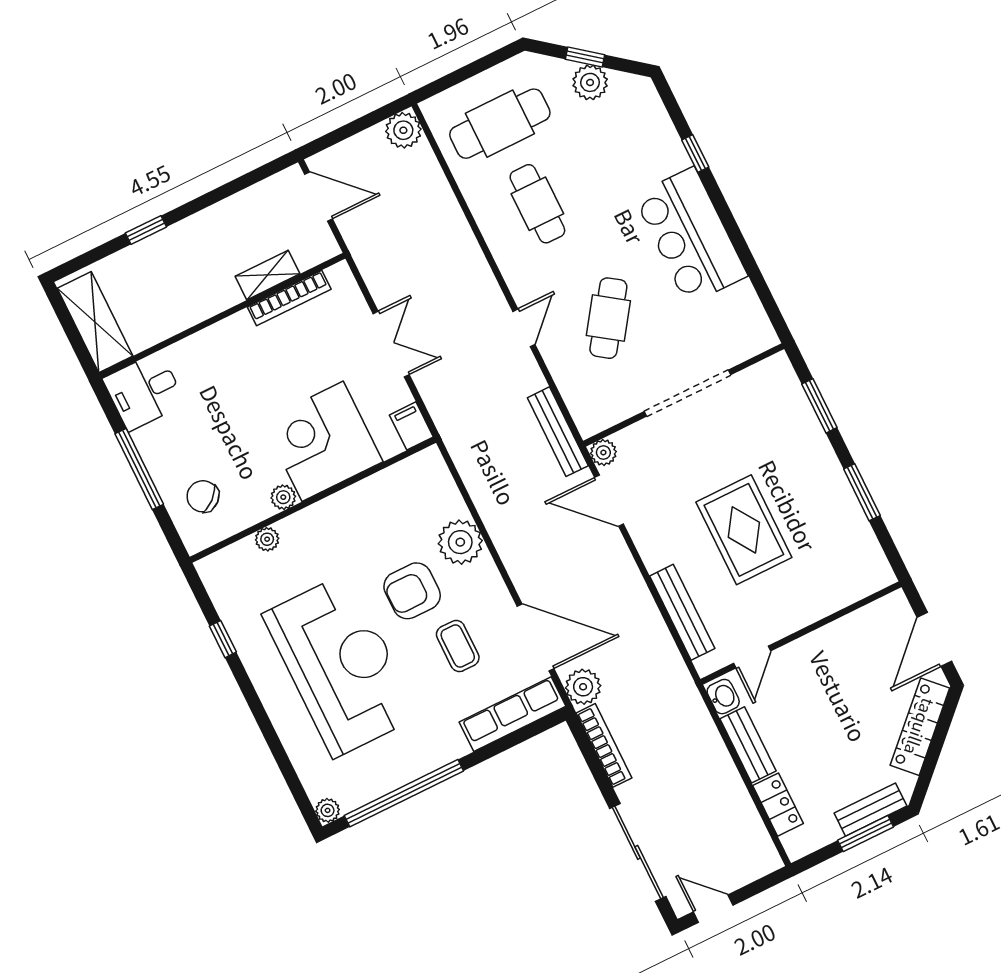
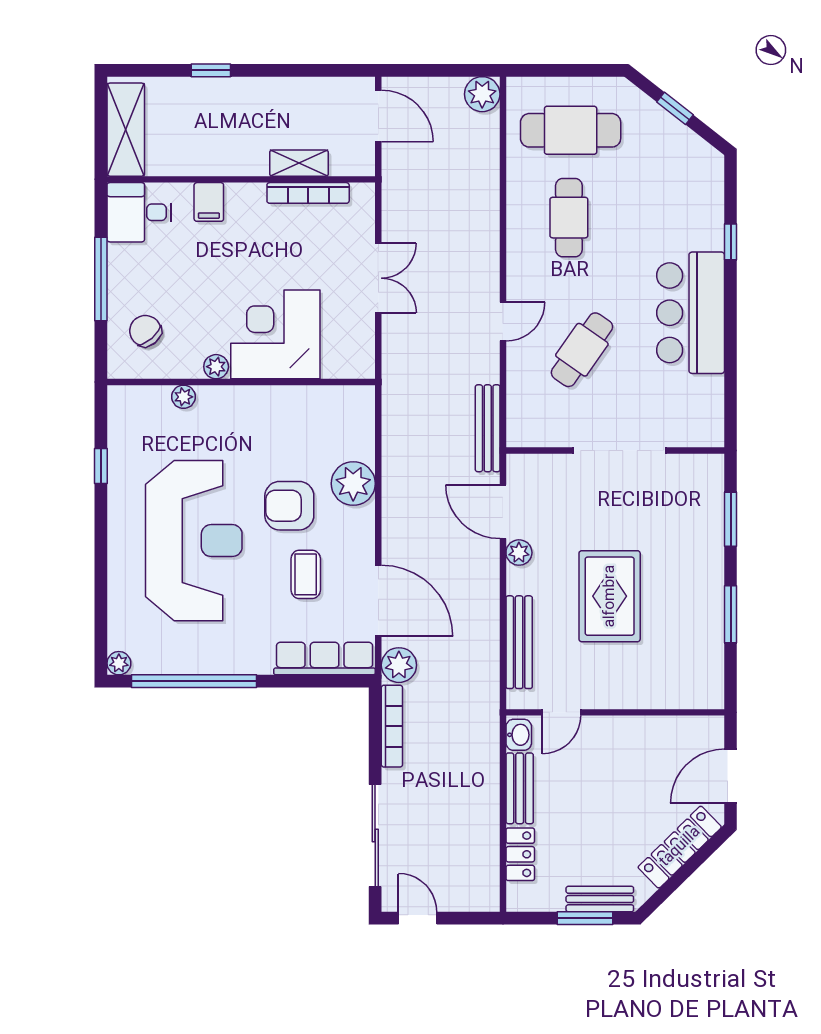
plant: (590, 82) -> (668, 133), removed
filing cabinet: (411, 426) -> (209, 202), moved, turned 180
plant: (603, 453) -> (519, 553), moved

